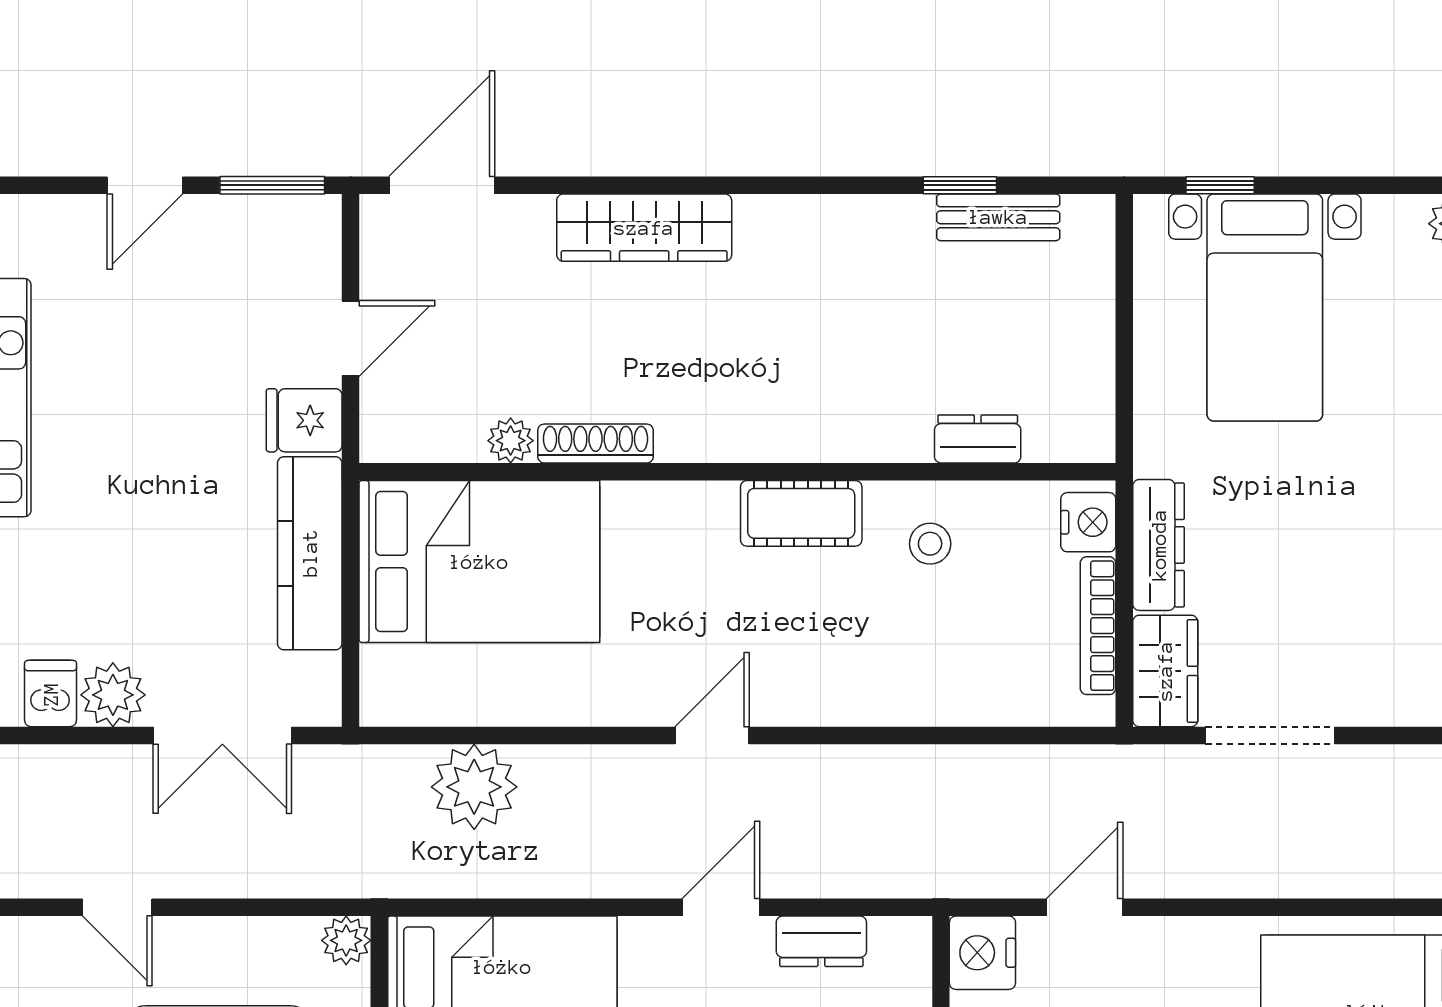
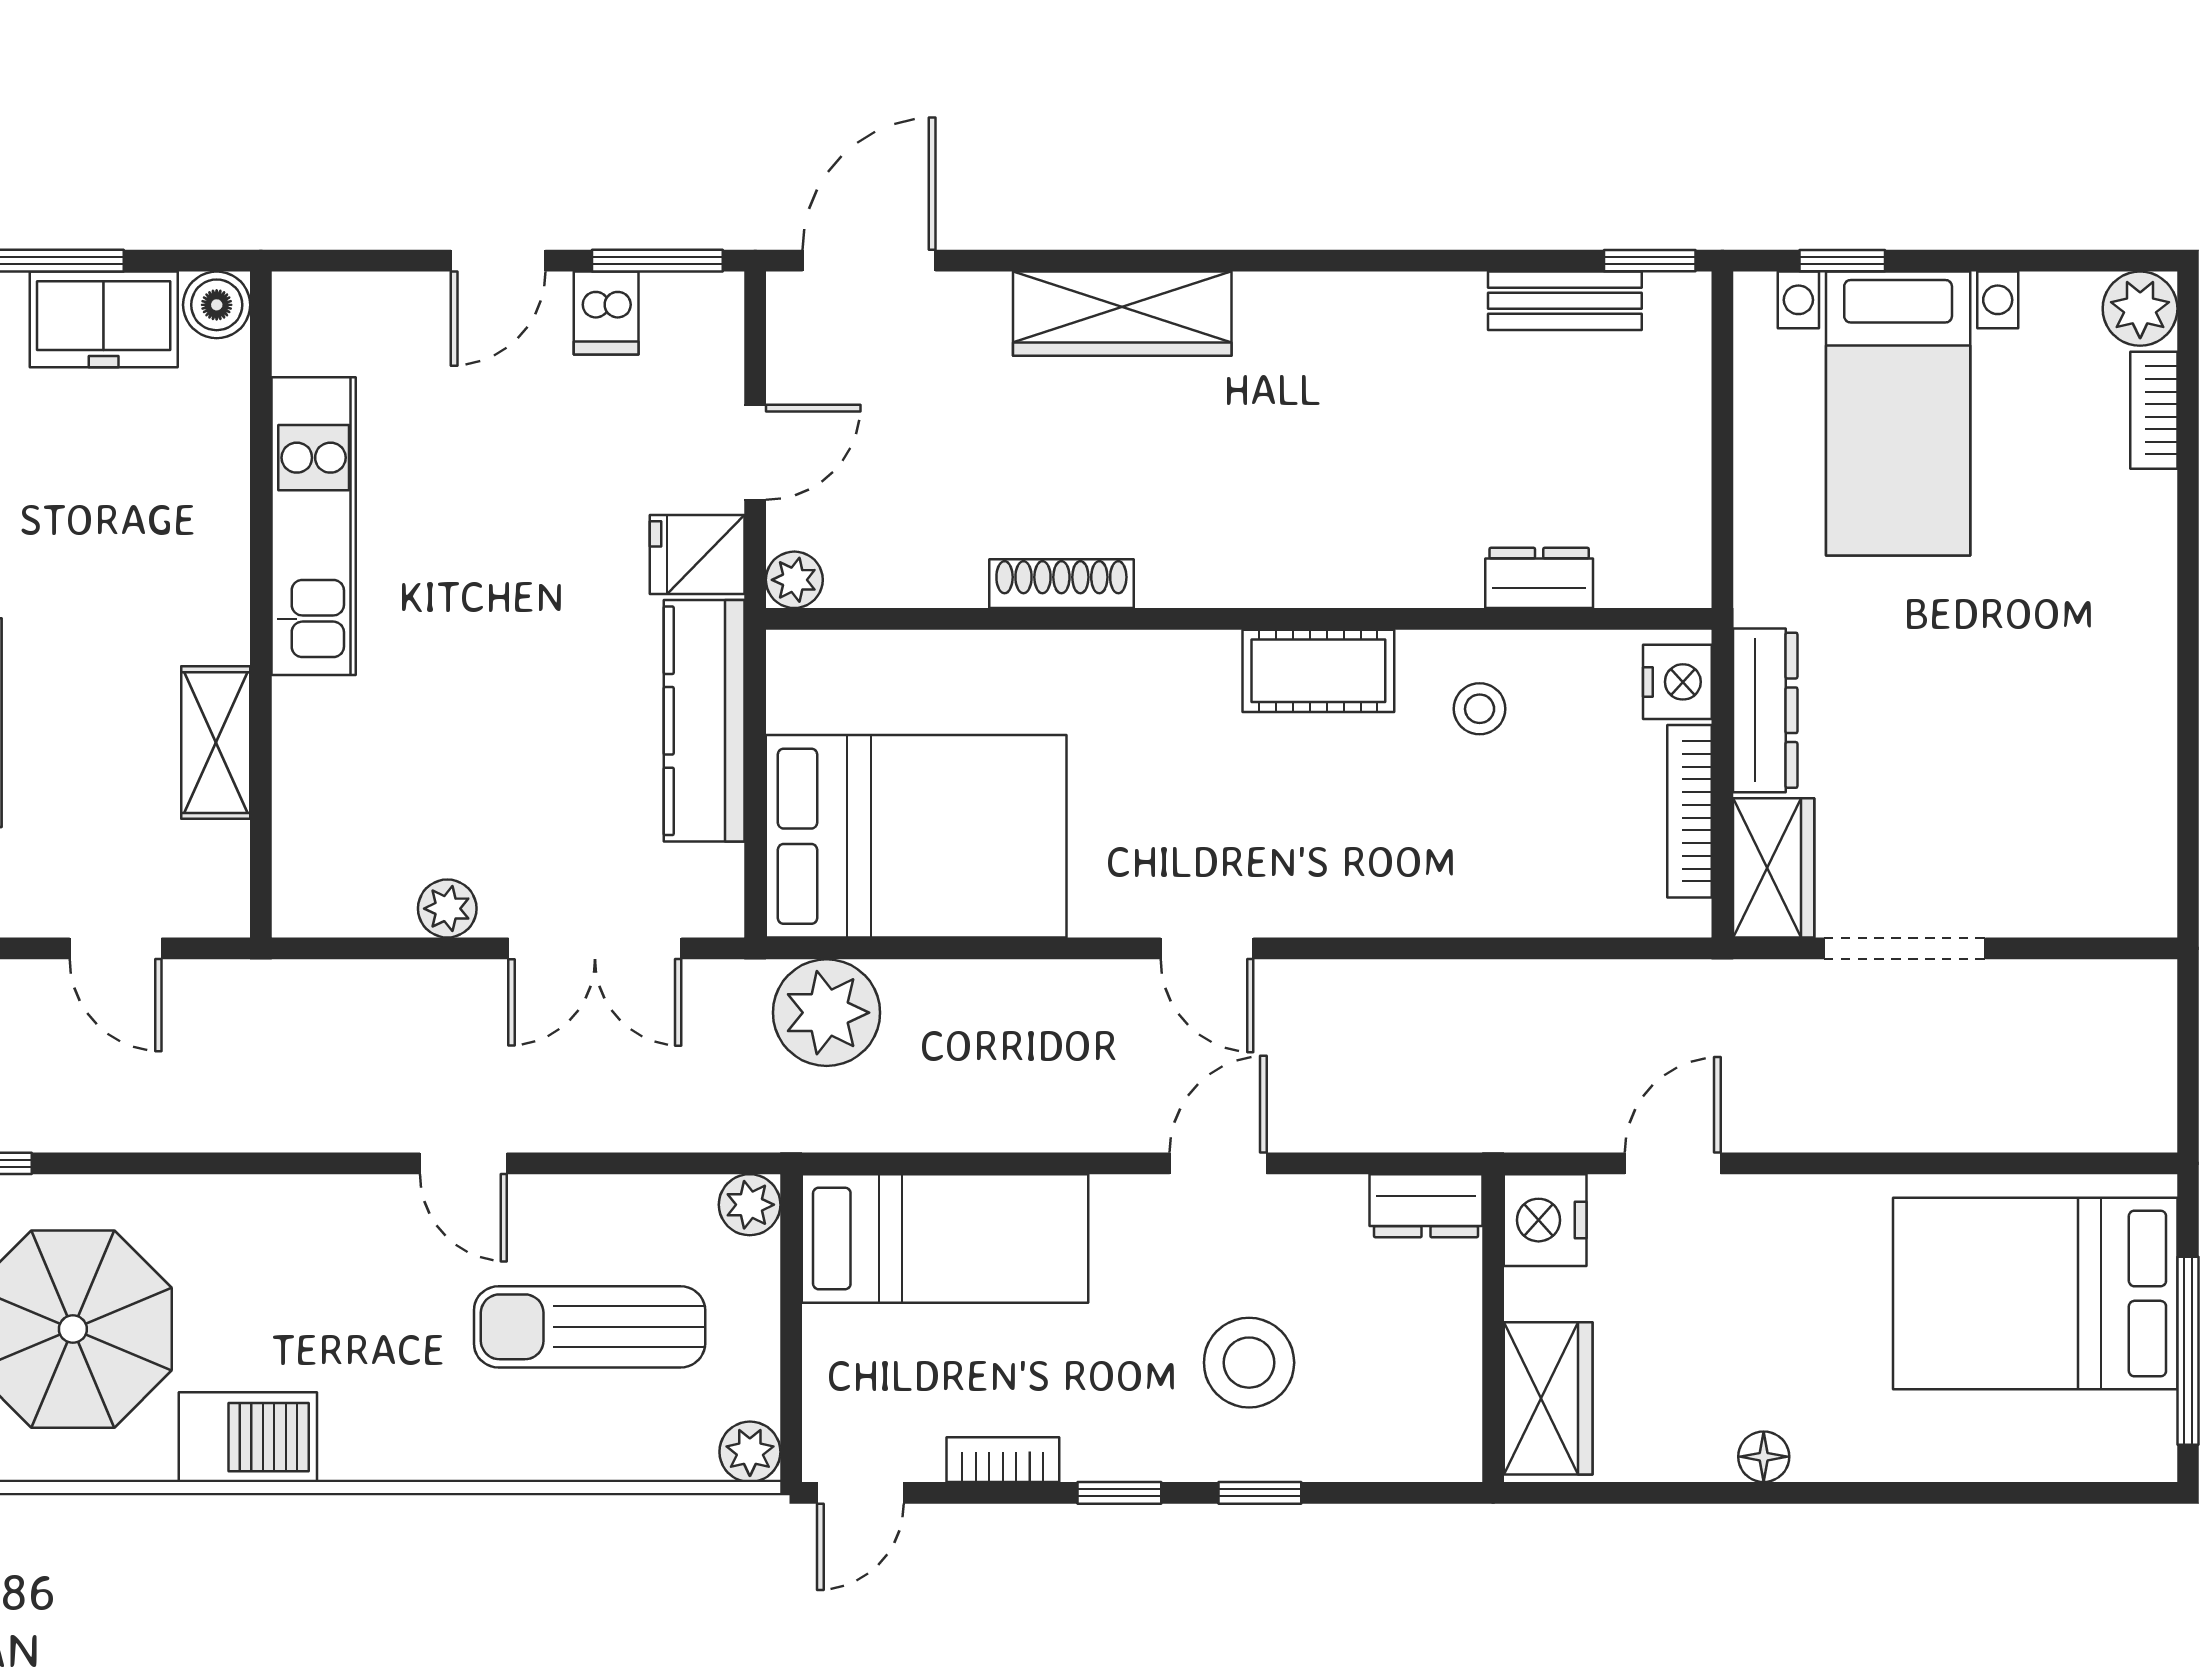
window: (960, 185) -> (1650, 261), moved
plant: (511, 441) -> (794, 580), moved
bed: (479, 562) -> (916, 836), moved
dishwasher: (51, 694) -> (606, 313), moved, turned 180
plant: (113, 695) -> (447, 909), width x0.73, depth x0.73
door: (712, 735) -> (1207, 948), swing flipped
plant: (474, 787) -> (827, 1013), moved
dresser: (821, 941) -> (1426, 1206), moved

